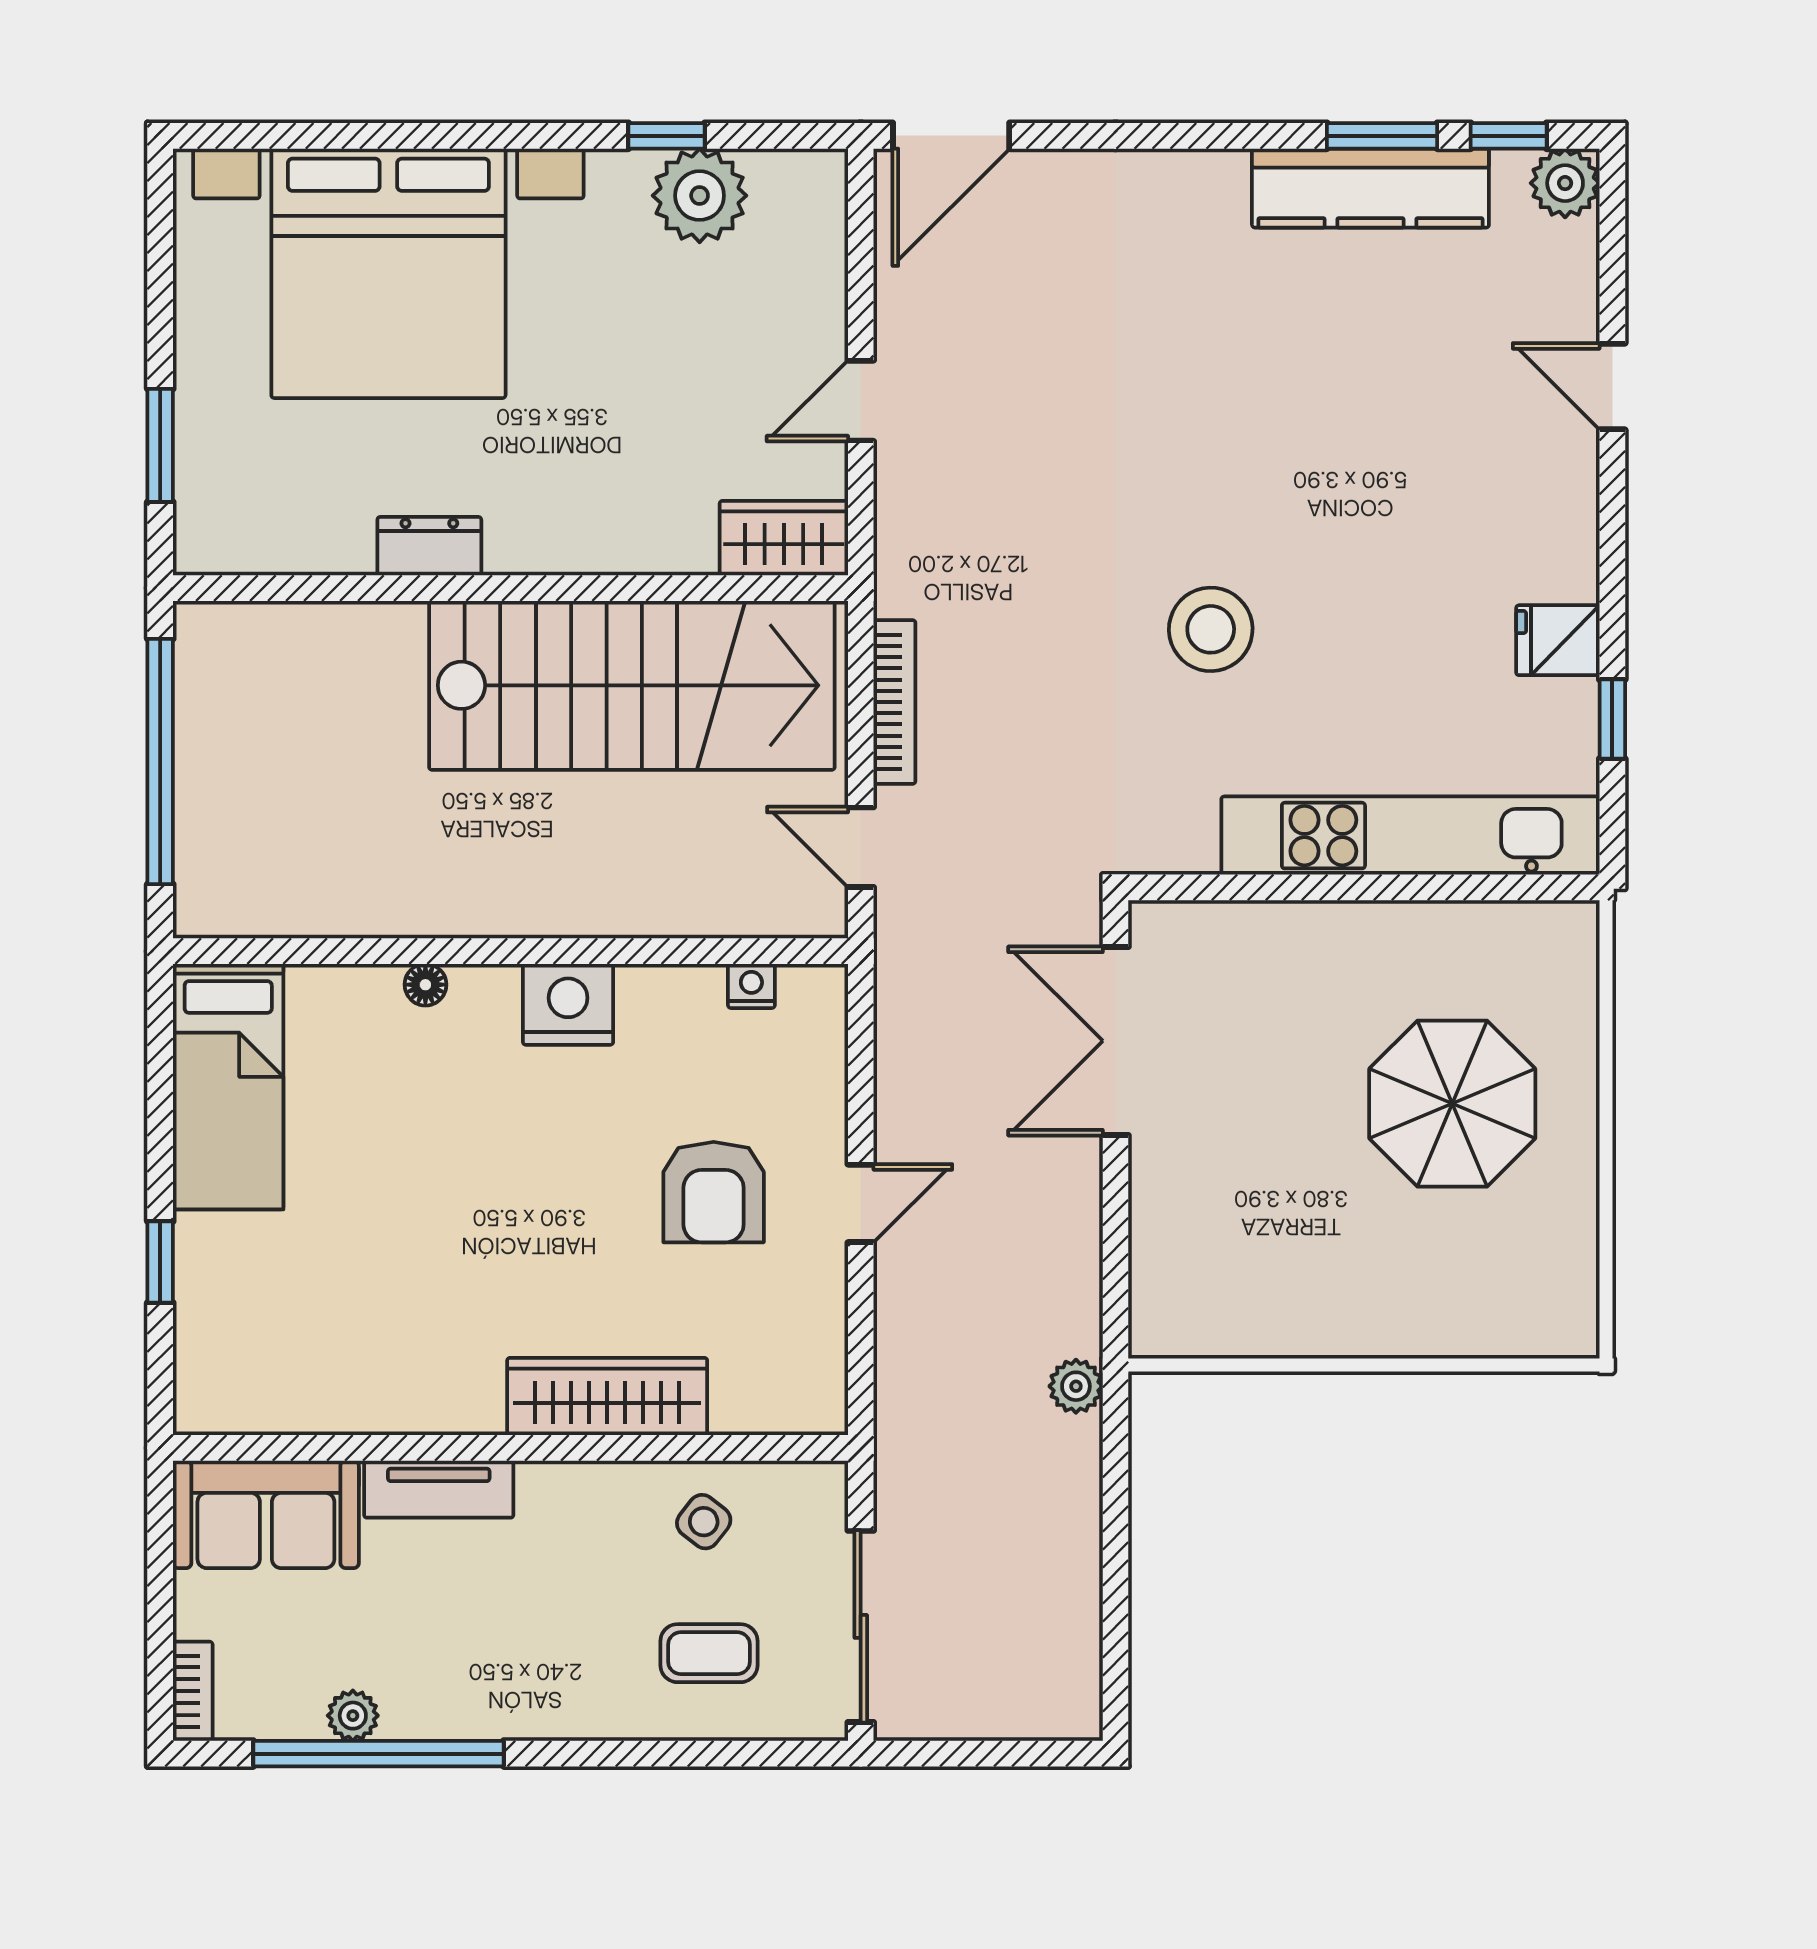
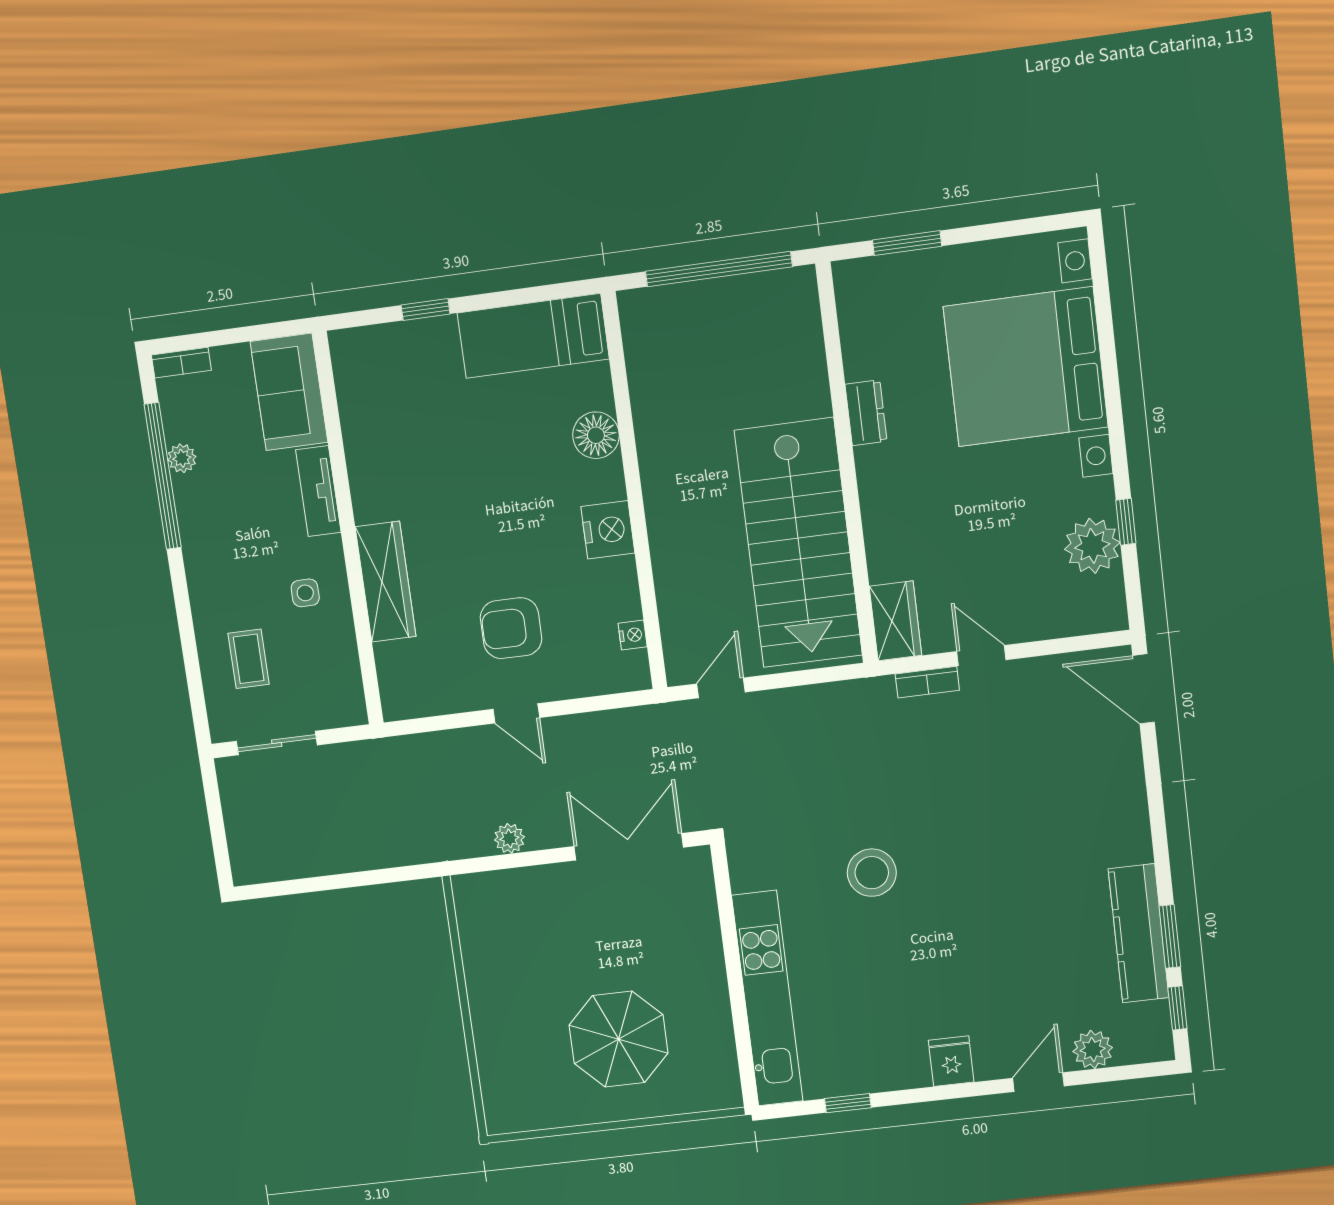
plant: (1565, 183) -> (1093, 1049), moved
fridge: (1558, 640) -> (951, 1061), moved
bookcase: (894, 702) -> (927, 682), moved, width x0.64
floor lamp: (425, 985) -> (596, 435), width x1.89, depth x1.89
plant: (1076, 1386) -> (509, 838), moved
side table: (704, 1522) -> (305, 593), moved, turned -38
sliding door: (861, 1626) -> (277, 743), width x0.73

